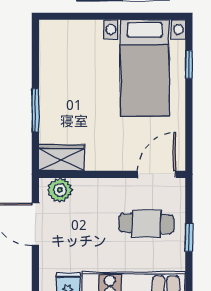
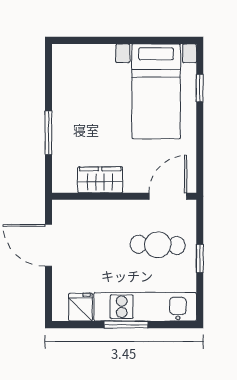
wardrobe: (62, 158) -> (100, 180), moved
plant: (60, 190) -> (73, 212), removed

